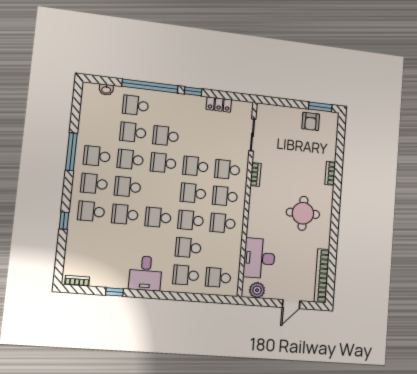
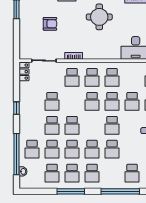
window: (150, 86) -> (16, 154), moved
locker: (219, 105) -> (24, 72), moved
armchair: (311, 121) -> (50, 24), moved
school desk: (100, 129) -> (52, 173), added
school desk: (196, 166) -> (52, 101), moved
school desk: (91, 211) -> (132, 173), moved
window: (64, 221) -> (120, 191), width x3.17

